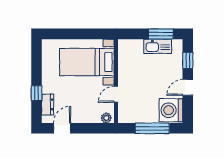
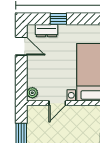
door: (116, 94) -> (57, 103), swing flipped

